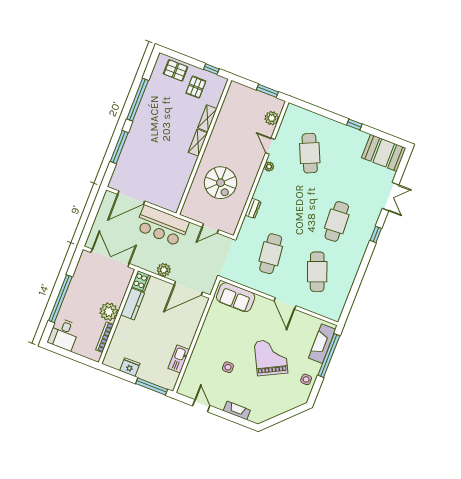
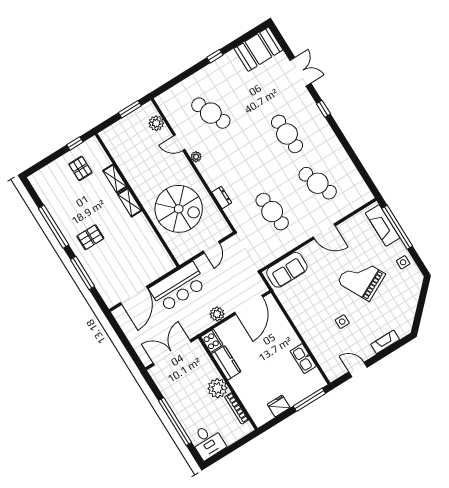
pallet: (176, 70) -> (90, 237), moved
spiral stairs: (221, 183) -> (179, 209), width x1.37, depth x1.37

